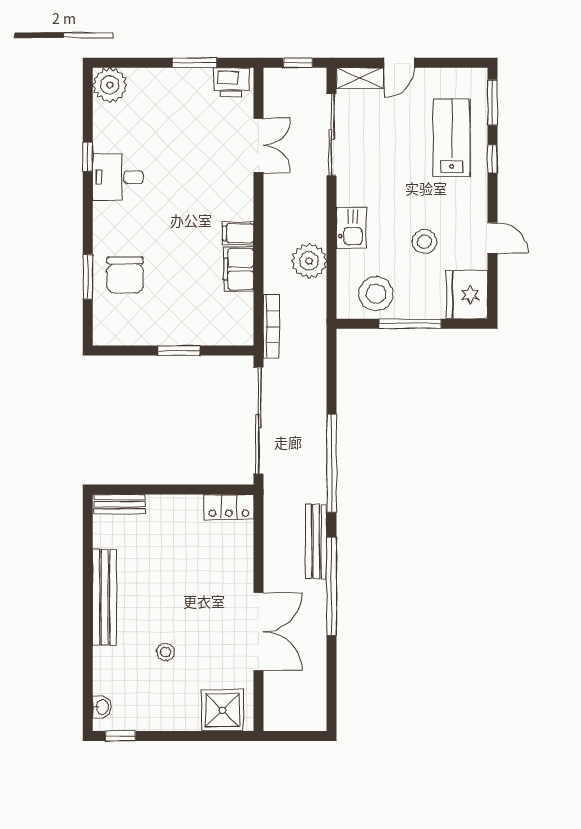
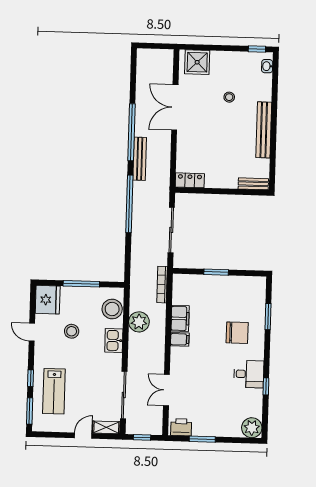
chair: (125, 275) -> (237, 333), moved, turned 90
stool: (376, 294) -> (112, 309), moved
sliding door: (258, 421) -> (171, 230), width x0.73

